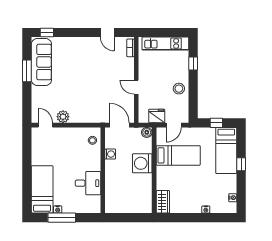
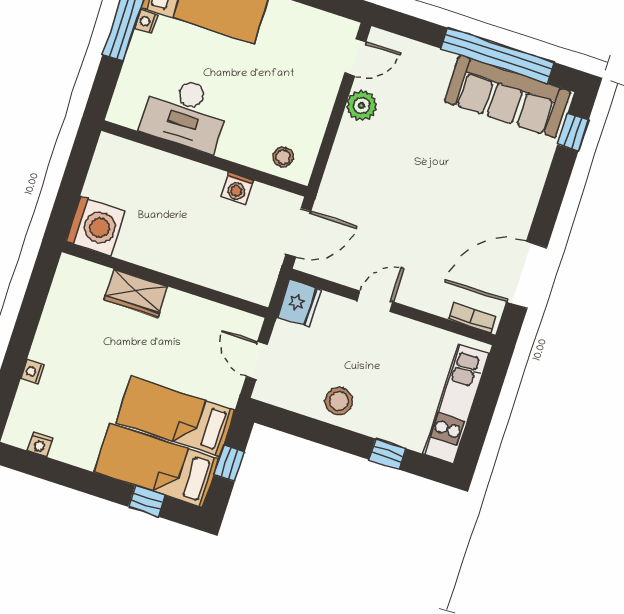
door: (107, 32) -> (527, 275), width x1.88
window: (27, 71) -> (498, 55), width x2.11
fridge: (157, 116) -> (299, 303), moved
boiler: (147, 132) -> (260, 291), removed
bed: (178, 155) -> (176, 416), moved, turned 90
washing machine: (142, 163) -> (95, 226), moved, turned 90
window: (241, 164) -> (147, 501), moved
desk: (88, 183) -> (185, 113), width x1.37
wardrobe: (163, 202) -> (136, 293), moved

